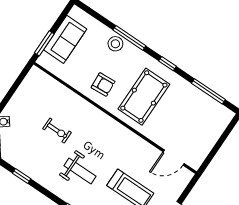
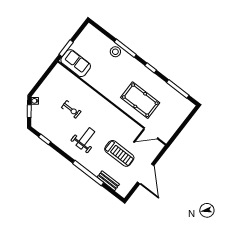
sofa: (65, 39) -> (76, 63), moved, turned -90
armchair: (103, 84) -> (105, 79), removed
pool table: (144, 97) -> (140, 100), moved, turned 90
weight bench: (80, 171) -> (85, 138), turned -90

